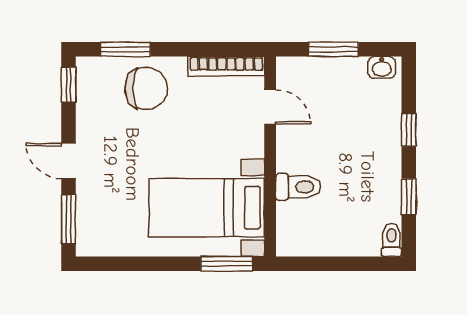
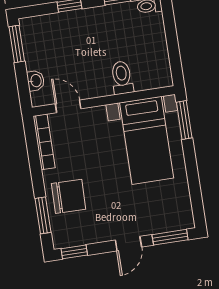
window: (333, 49) -> (17, 44), moved
washbasin: (382, 67) -> (36, 81), moved
chair: (146, 88) -> (69, 196), turned 91
door: (270, 107) -> (68, 106), hinge flipped

